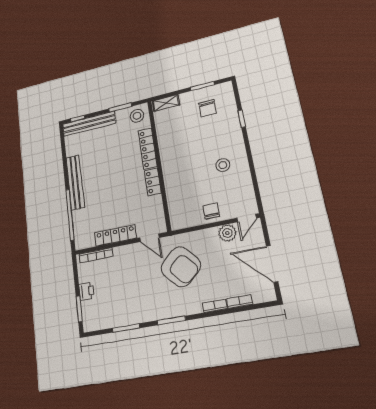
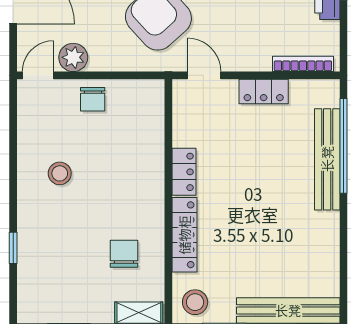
chair: (208, 108) -> (124, 254), moved
bench: (75, 182) -> (327, 159), moved
locker: (115, 235) -> (264, 91), width x0.66

